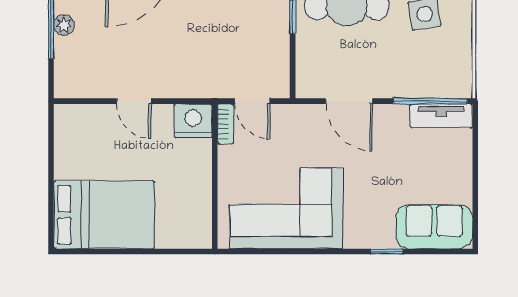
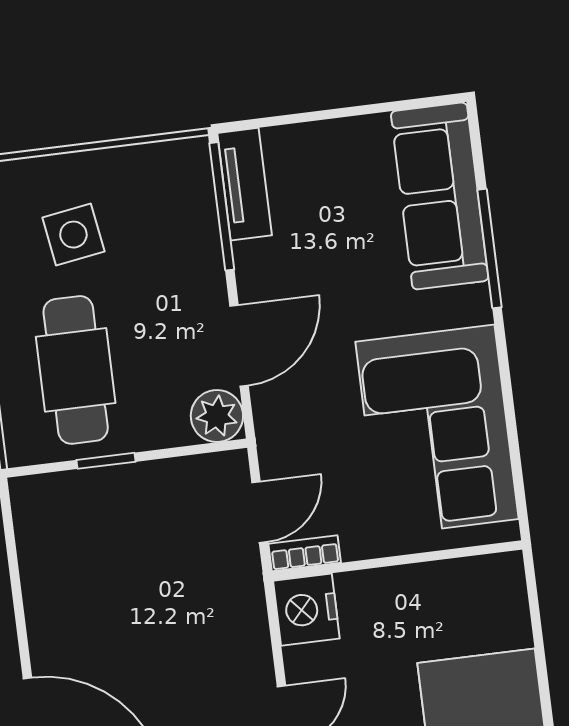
plant: (310, 83) -> (217, 416), added
sofa: (434, 227) -> (440, 196), width x1.36
window: (387, 251) -> (489, 248), width x2.17

